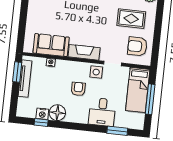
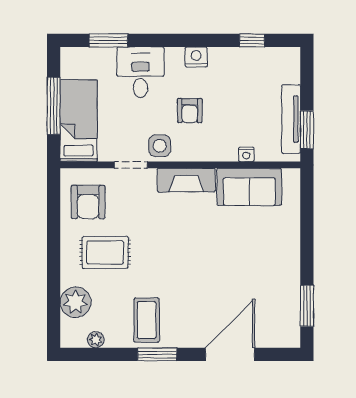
armchair: (137, 46) -> (88, 202), turned 90
floor lamp: (57, 113) -> (224, 62), removed
nightstand: (42, 114) -> (196, 57), moved

